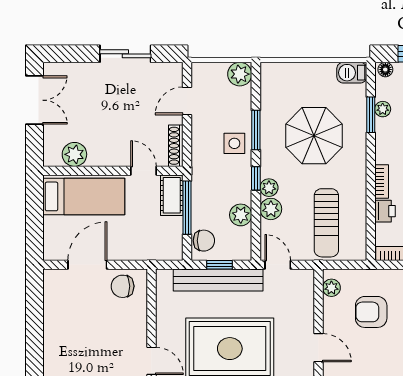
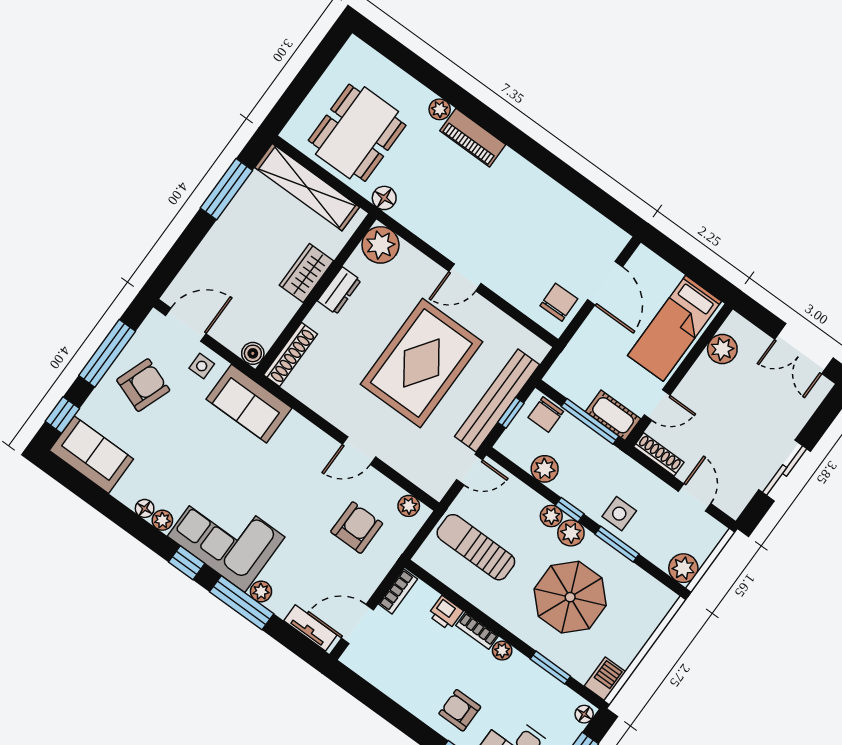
plant: (383, 109) -> (502, 651), moved
plant: (271, 209) -> (571, 533), moved

